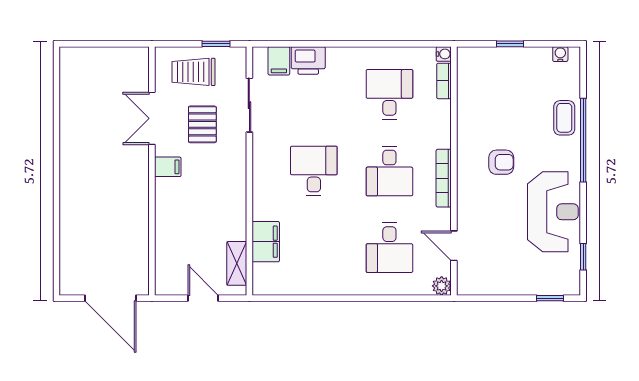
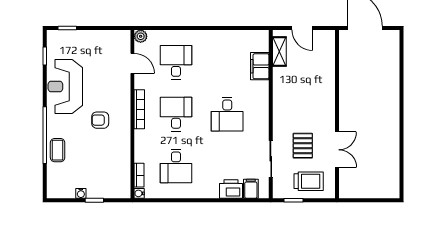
water cooler: (560, 54) -> (81, 193), moved
filing cabinet: (168, 167) -> (326, 117), removed

